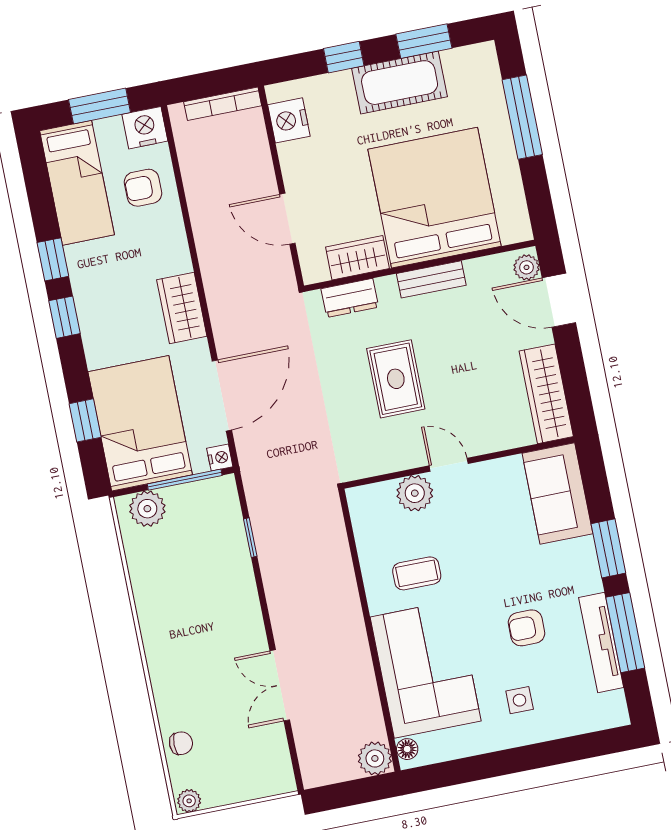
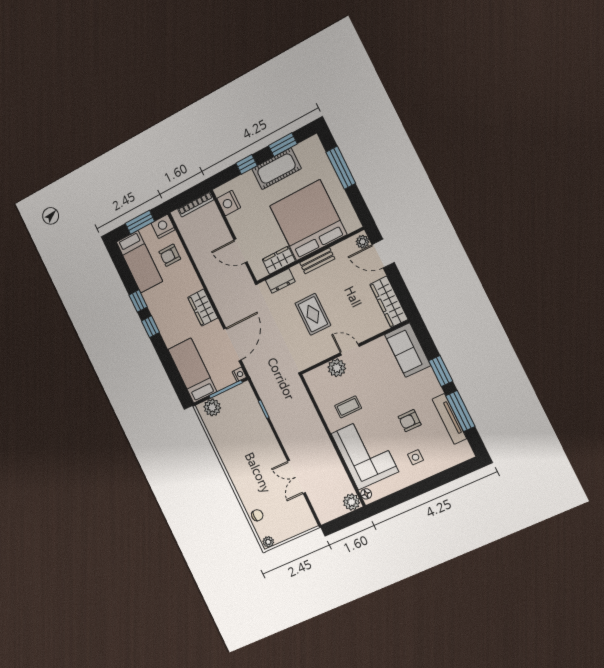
window: (85, 420) -> (173, 373), removed
bed: (140, 423) -> (192, 371), width x0.67

